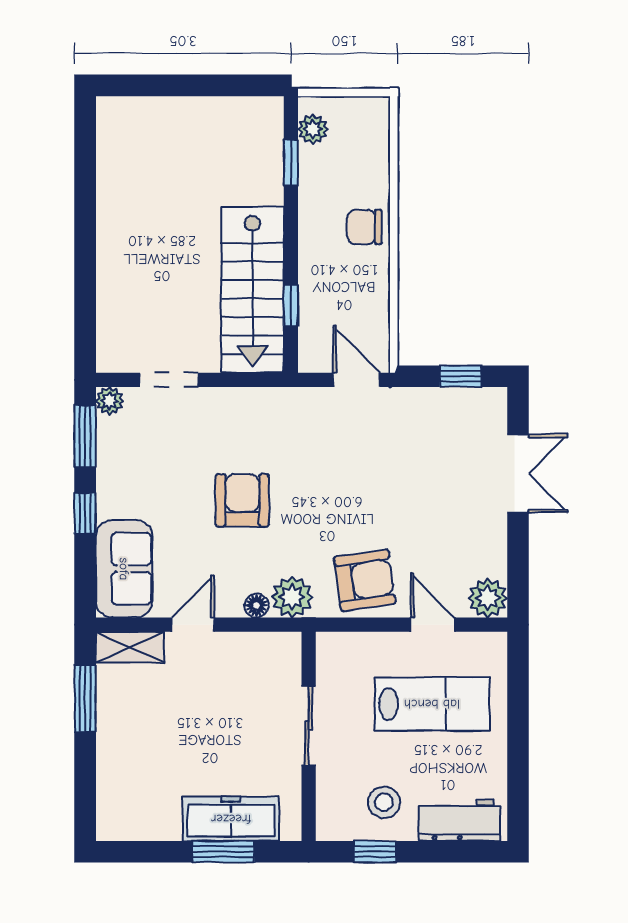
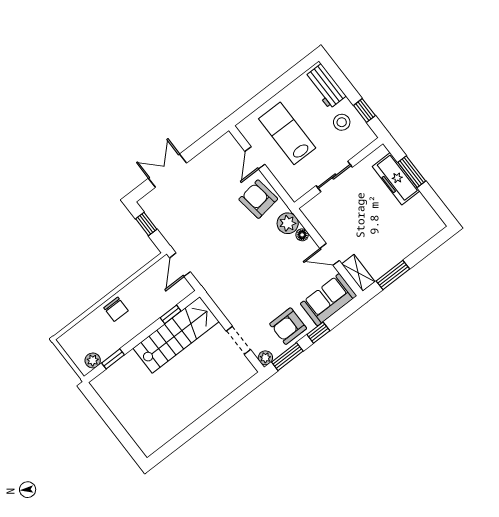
armchair: (242, 500) -> (288, 326), moved
plant: (488, 598) -> (227, 144), removed

